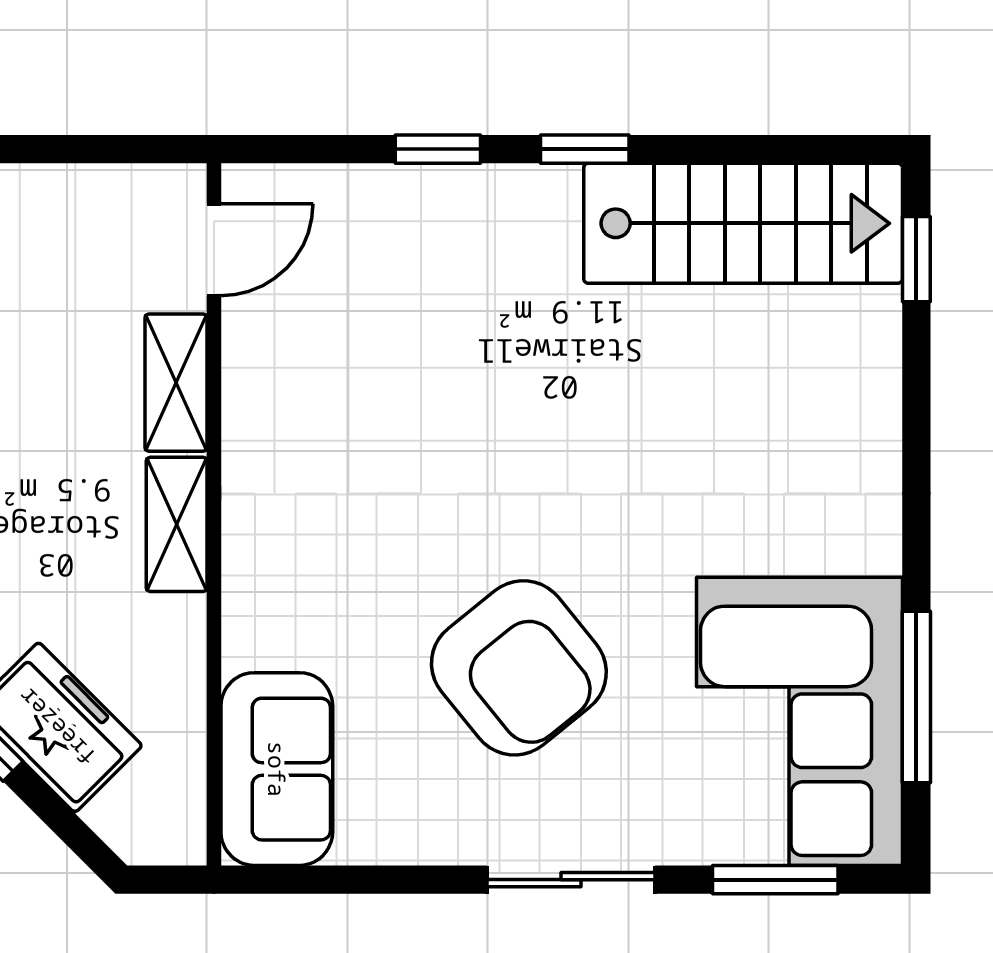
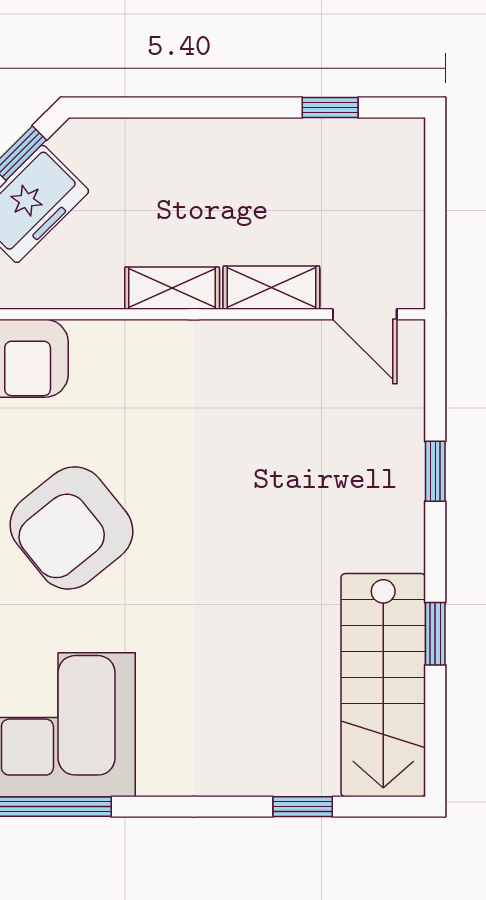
window: (585, 149) -> (435, 634), moved
window: (916, 259) -> (303, 807), moved

